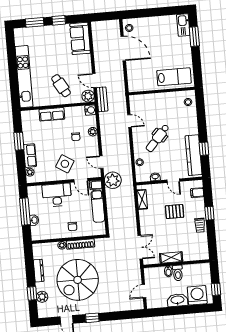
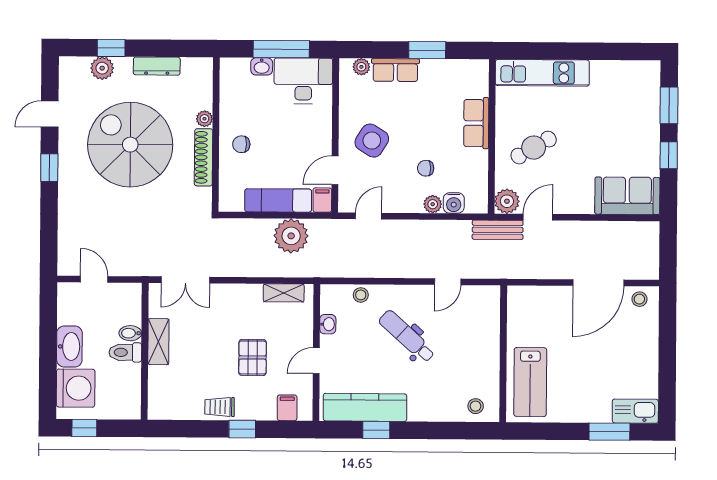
kitchen unit: (24, 77) -> (542, 73), width x0.73
water cooler: (90, 110) -> (454, 203), moved
plant: (113, 180) -> (291, 236), moved
desk: (57, 195) -> (303, 81), moved, turned -90

